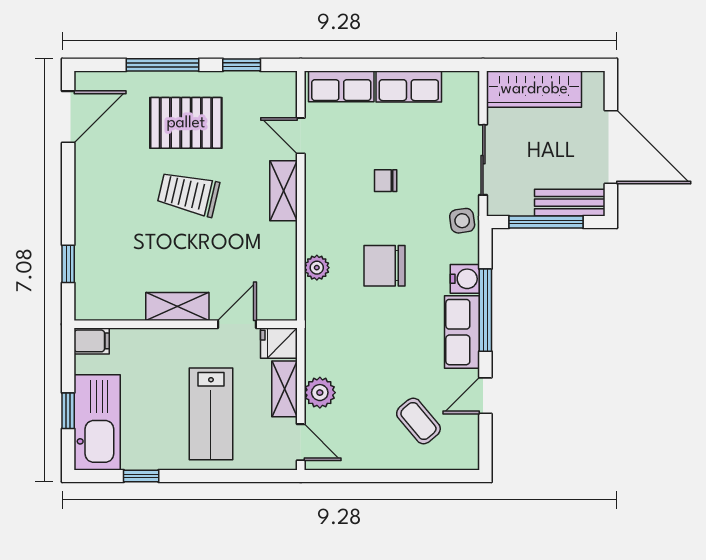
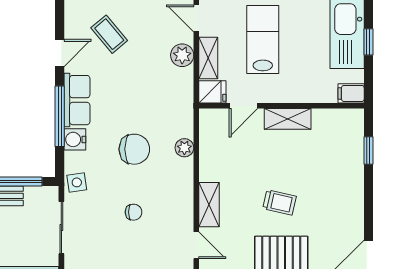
trolley: (188, 194) -> (279, 202), width x0.73, depth x0.72

